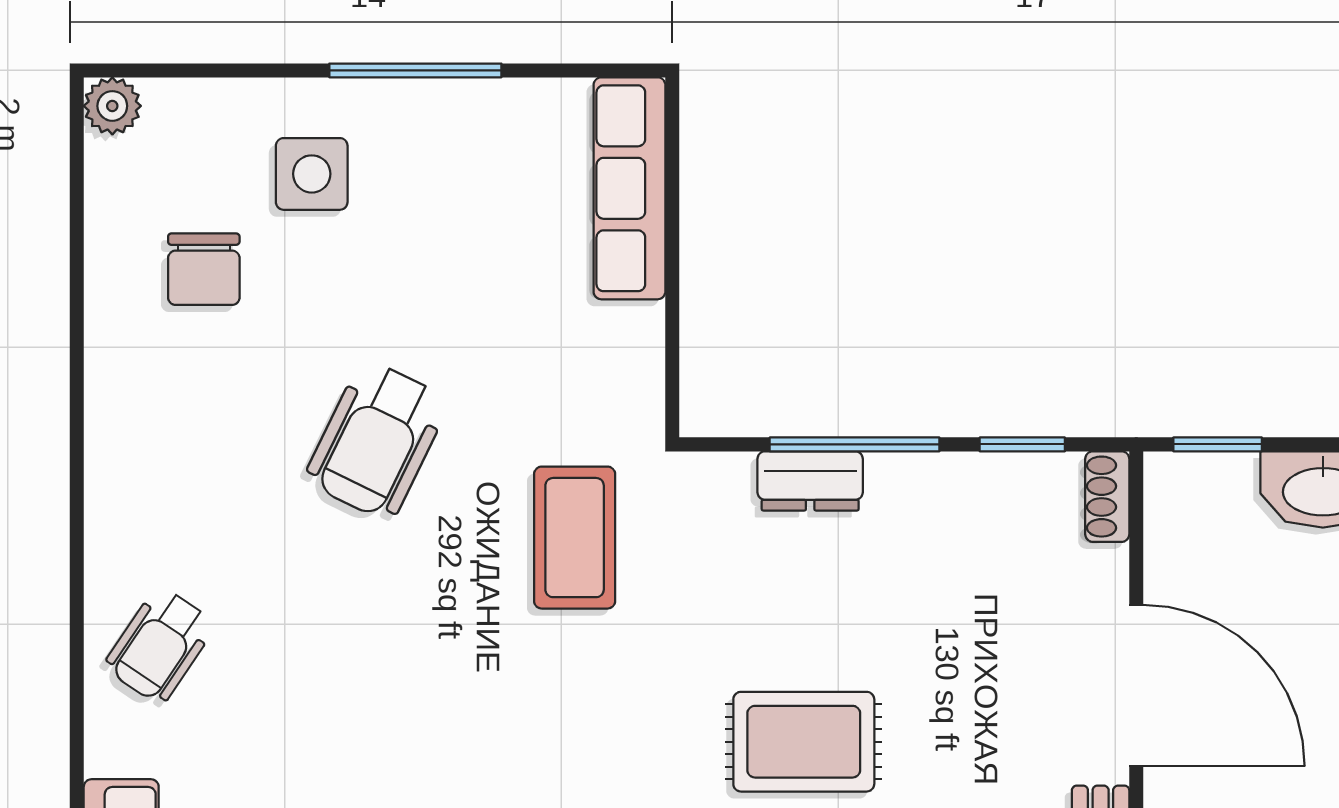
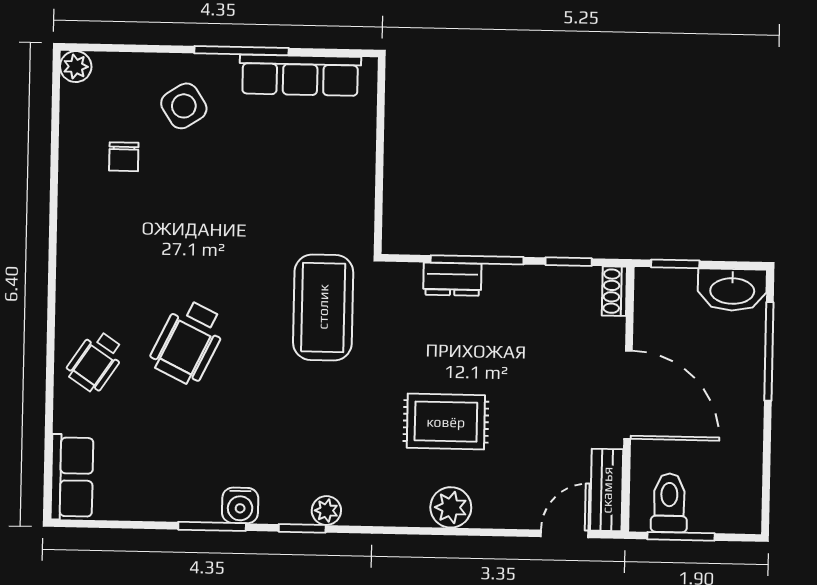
side table: (312, 174) -> (184, 106), turned -33
row of seats: (629, 188) -> (300, 75), moved, turned -90
chair: (204, 269) -> (124, 157), width x0.73, depth x0.73
wheelchair: (377, 440) -> (188, 342), moved
coffee table: (575, 538) -> (323, 307), width x1.36, depth x1.32

